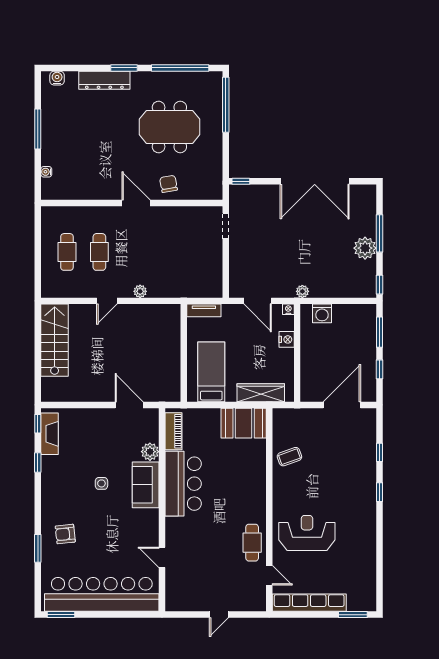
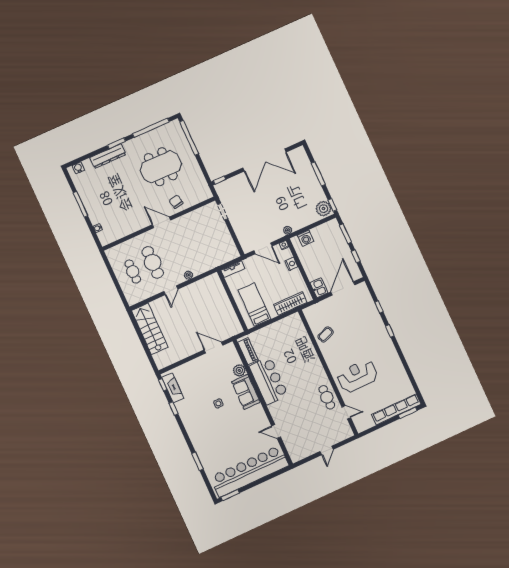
plant: (365, 248) -> (324, 209), moved
cafe table: (99, 252) -> (153, 262), width x1.37, depth x1.35
kitchen sink: (309, 389) -> (319, 288), added
booth: (244, 423) -> (288, 327), removed
armchair: (65, 534) -> (210, 445), removed
row of seats: (309, 603) -> (396, 409), moved

